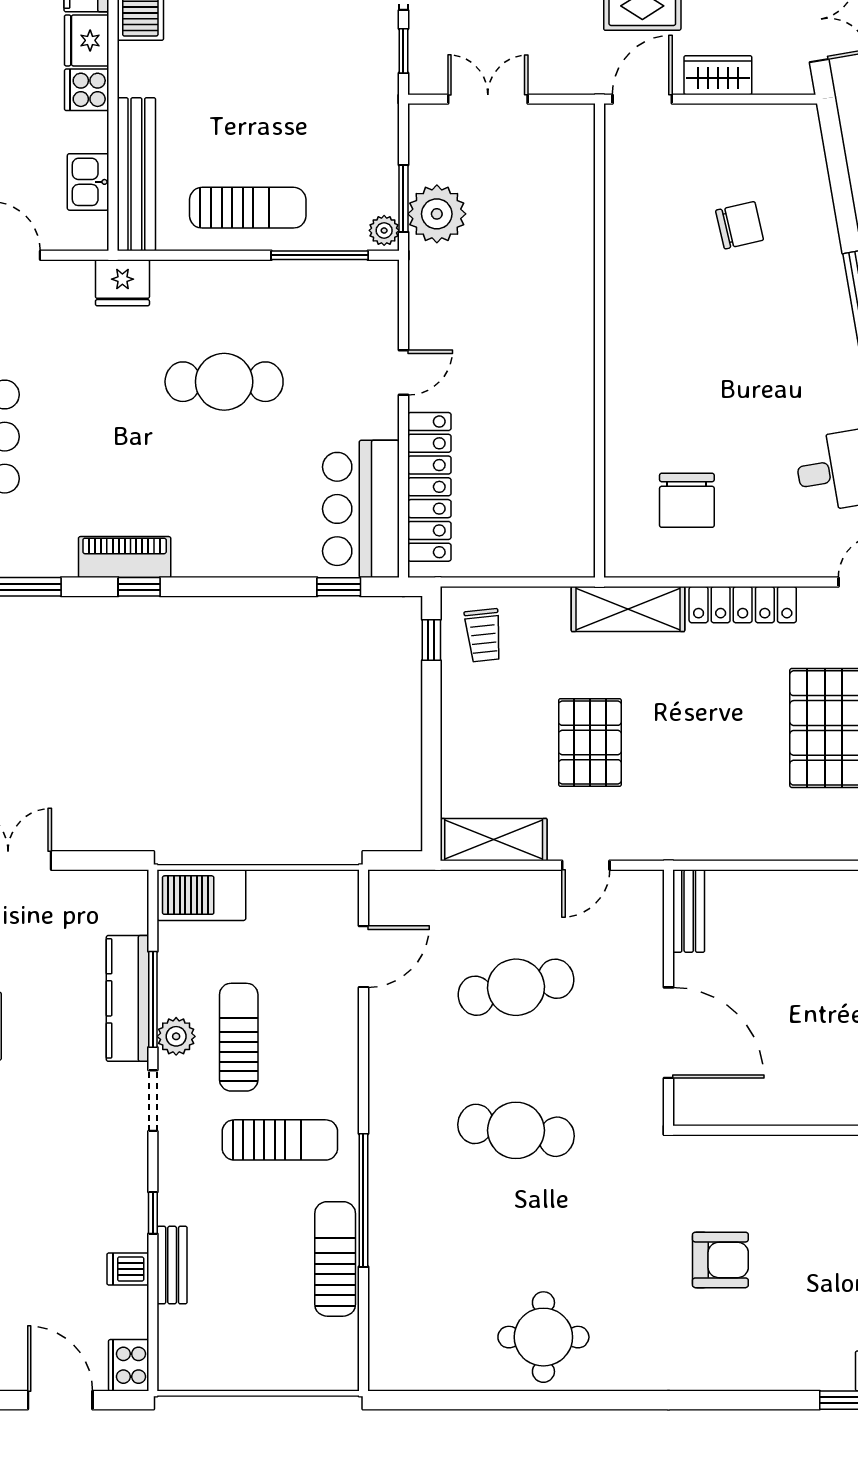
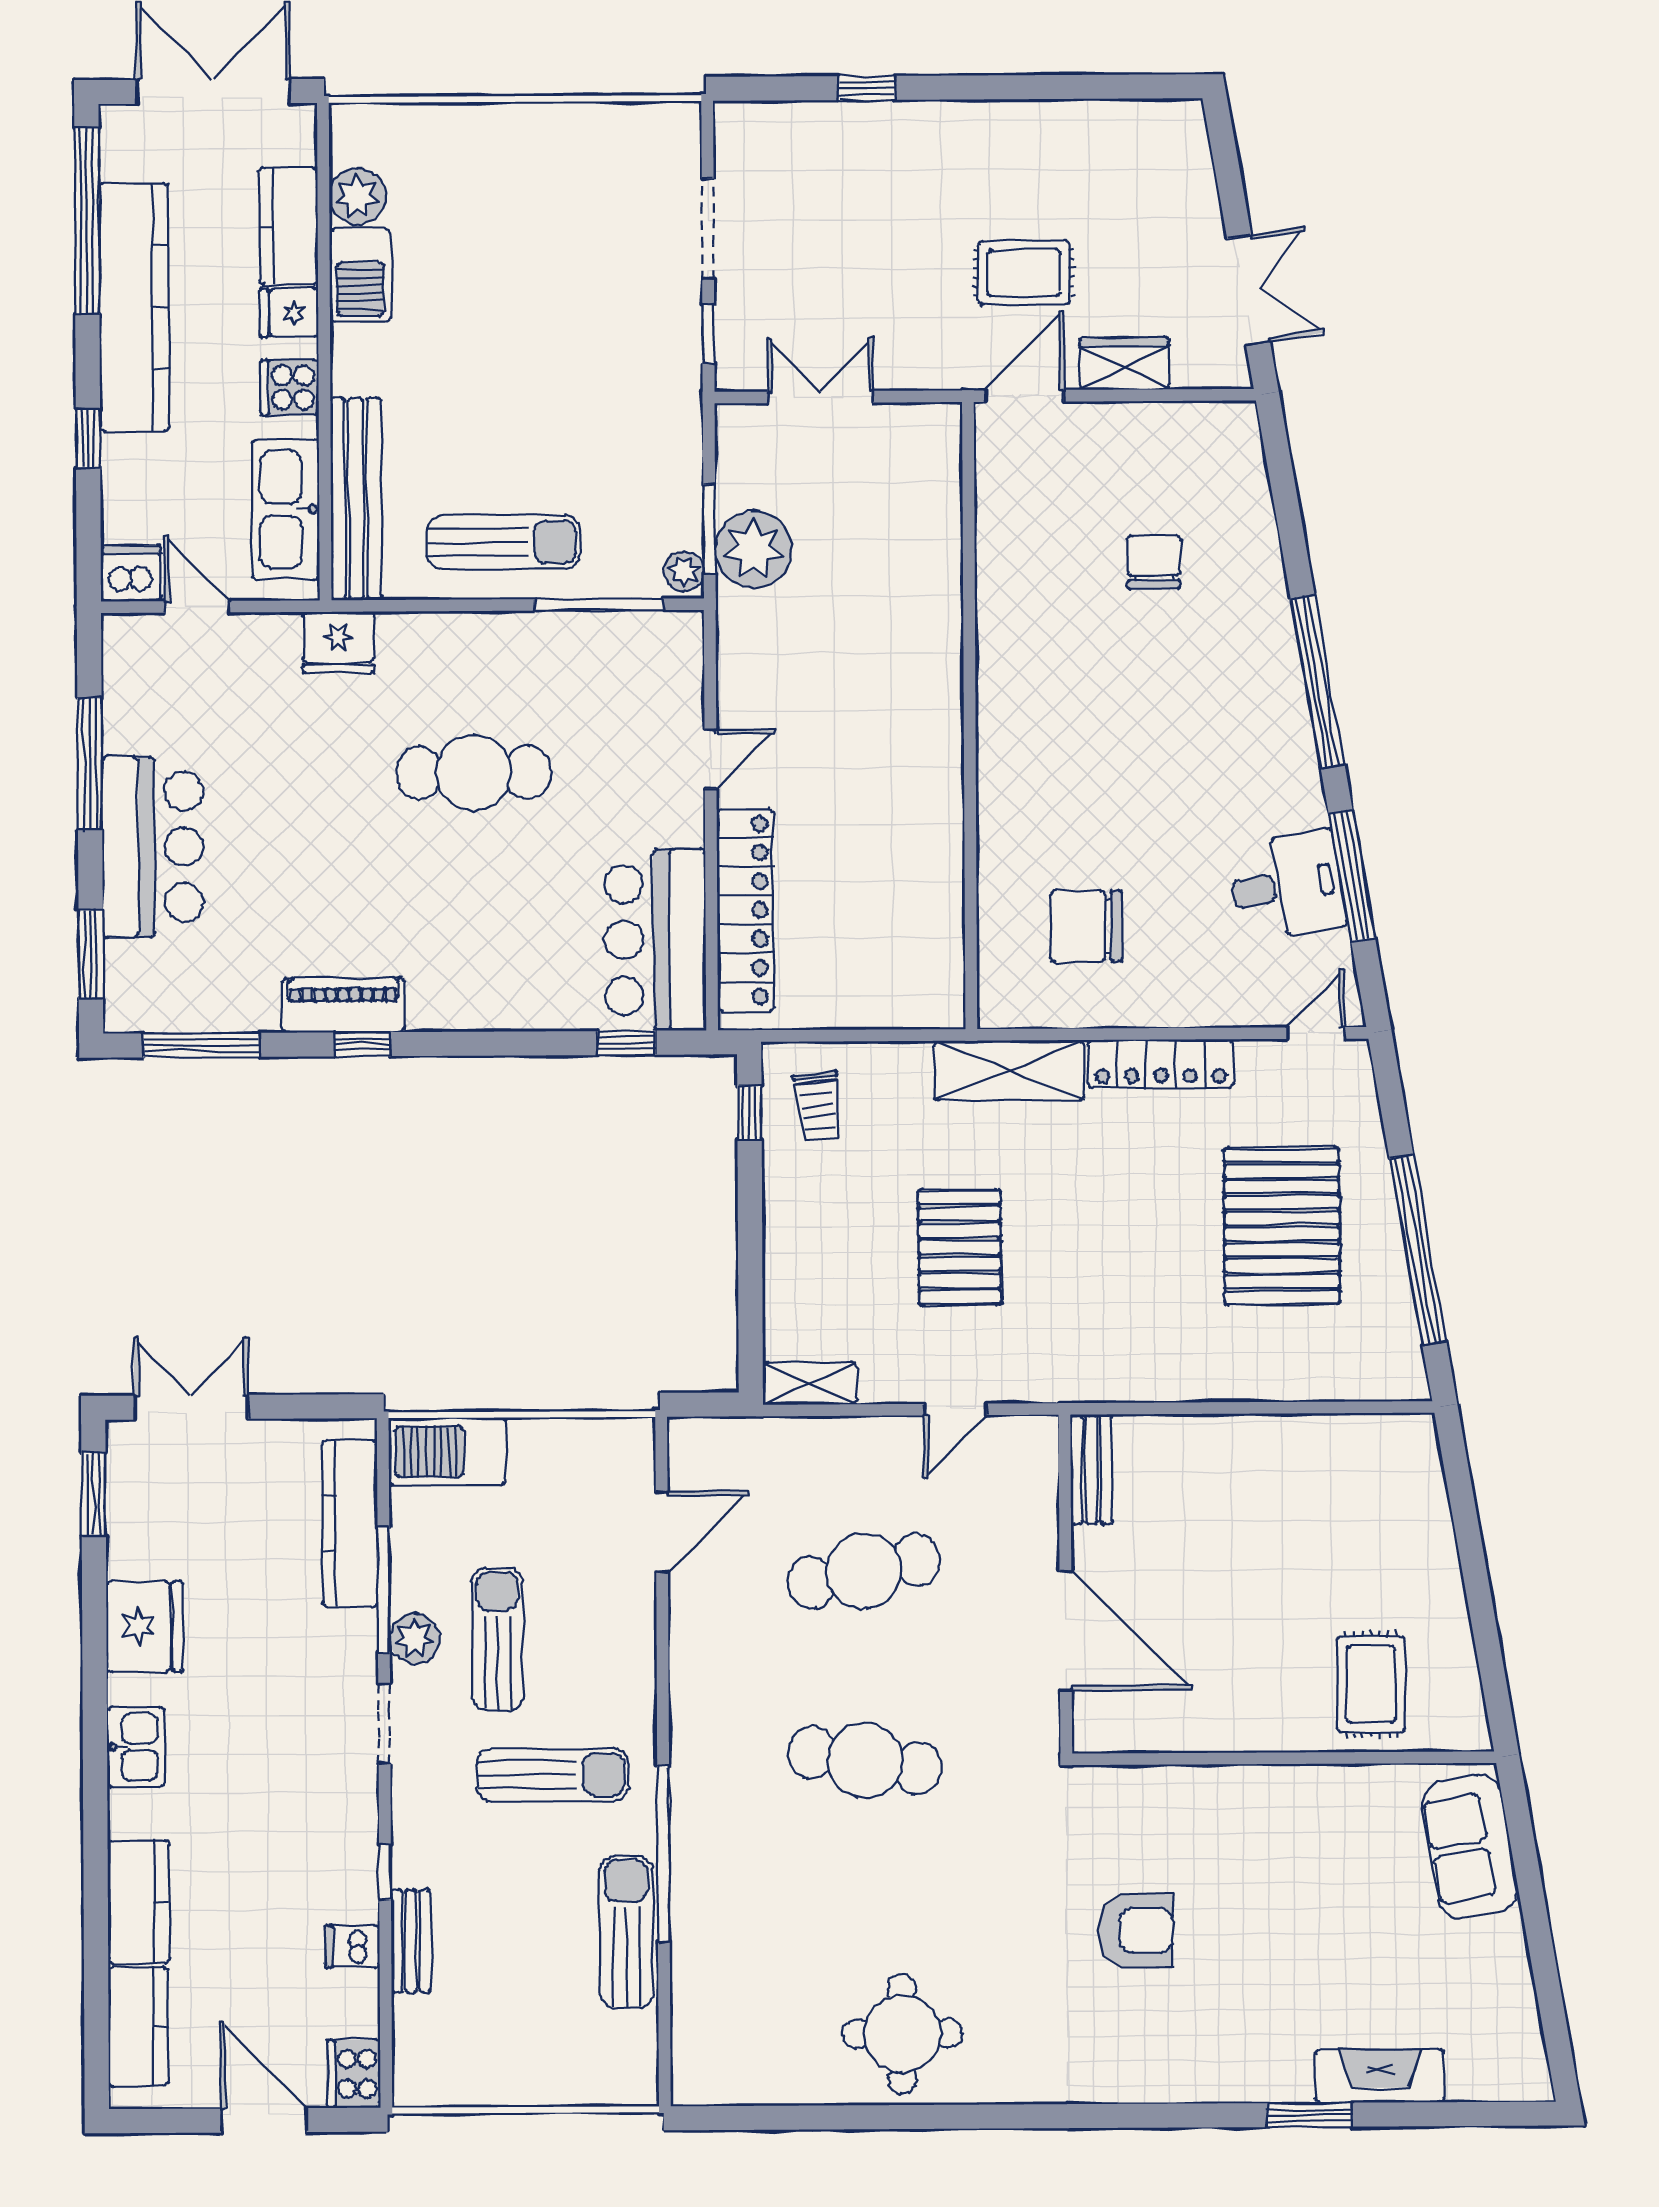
fridge: (87, 40) -> (289, 313), width x0.72
kitchen sink: (88, 182) -> (286, 509), width x1.88, depth x1.24
chair: (740, 225) -> (1154, 562), turned -77
chair: (687, 500) -> (1086, 926), turned 90
shelving: (494, 840) -> (810, 1383), width x0.67, depth x0.75
kitchen counter: (128, 998) -> (350, 1523), moved

